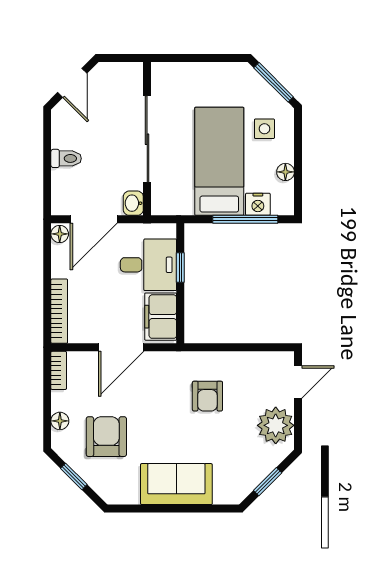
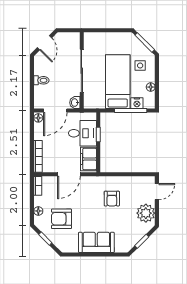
armchair: (106, 437) -> (61, 219), turned -90

